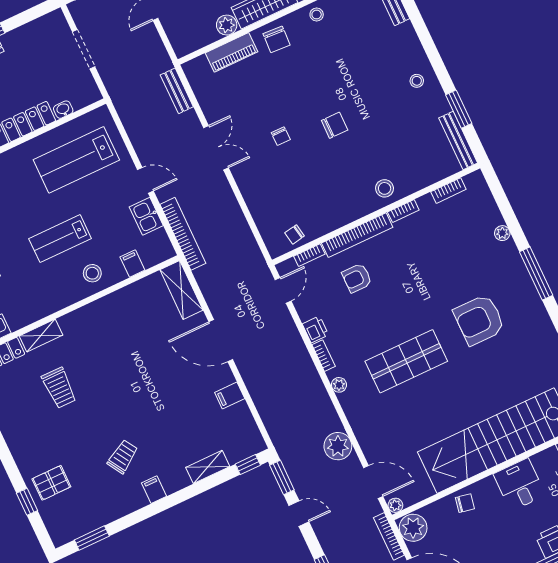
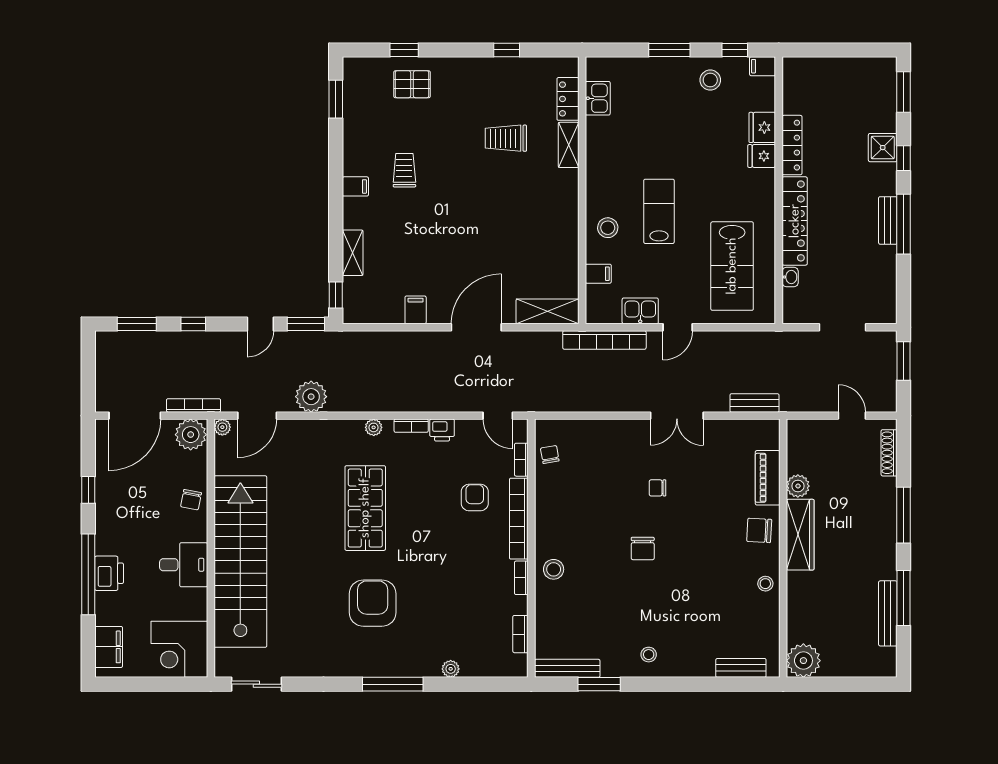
lab bench: (76, 160) -> (732, 266), turned 180
trolley: (123, 457) -> (404, 170), turned -148
pallet: (51, 483) -> (412, 84), turned 90

